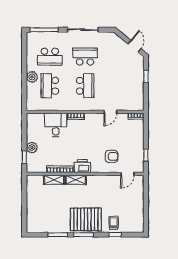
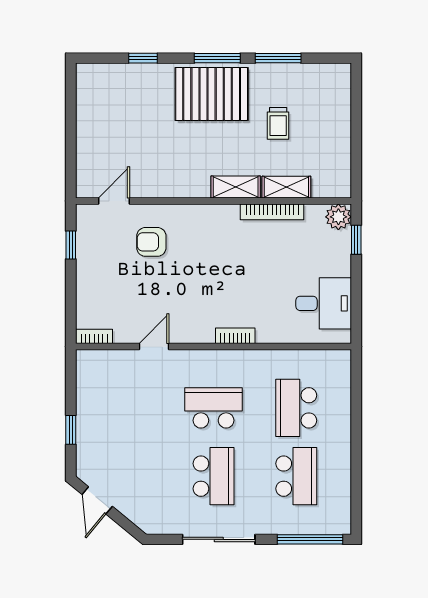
school desk: (50, 57) -> (296, 476), turned 90
school desk: (85, 57) -> (213, 476), turned -90
plant: (32, 77) -> (338, 428), removed
school desk: (50, 86) -> (296, 408), turned 180
school desk: (85, 86) -> (213, 408), turned 90
desk: (56, 125) -> (324, 303), moved, turned -90
plant: (32, 148) -> (338, 217), moved
printer: (82, 166) -> (220, 219), removed
trolley: (114, 223) -> (278, 123), moved

